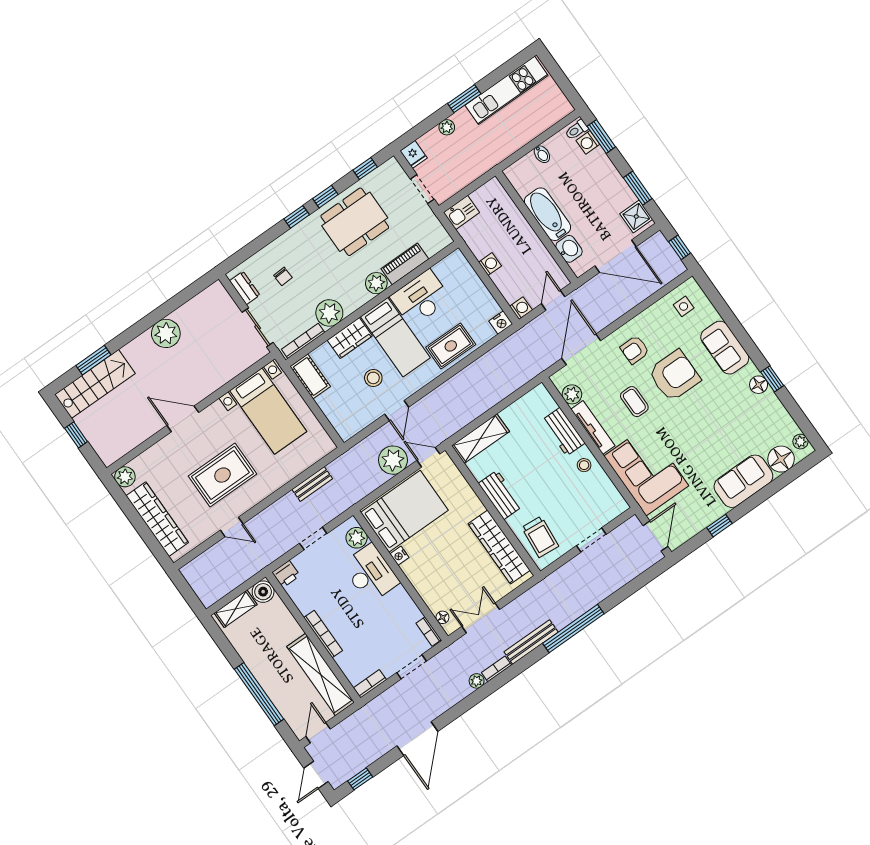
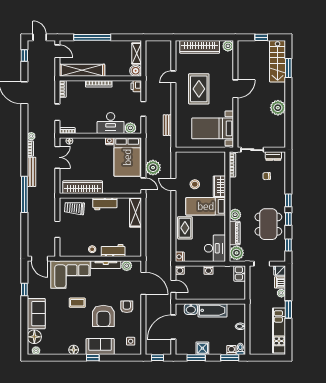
dishwasher: (432, 141) -> (280, 282), added
shower: (636, 217) -> (202, 348), moved
desk: (421, 298) -> (215, 248), moved
plant: (329, 313) -> (237, 253), moved
cot: (310, 376) -> (215, 157), removed
window: (772, 379) -> (93, 358), moved
coffee table: (634, 402) -> (77, 303), moved
door: (428, 457) -> (143, 184), hinge flipped

